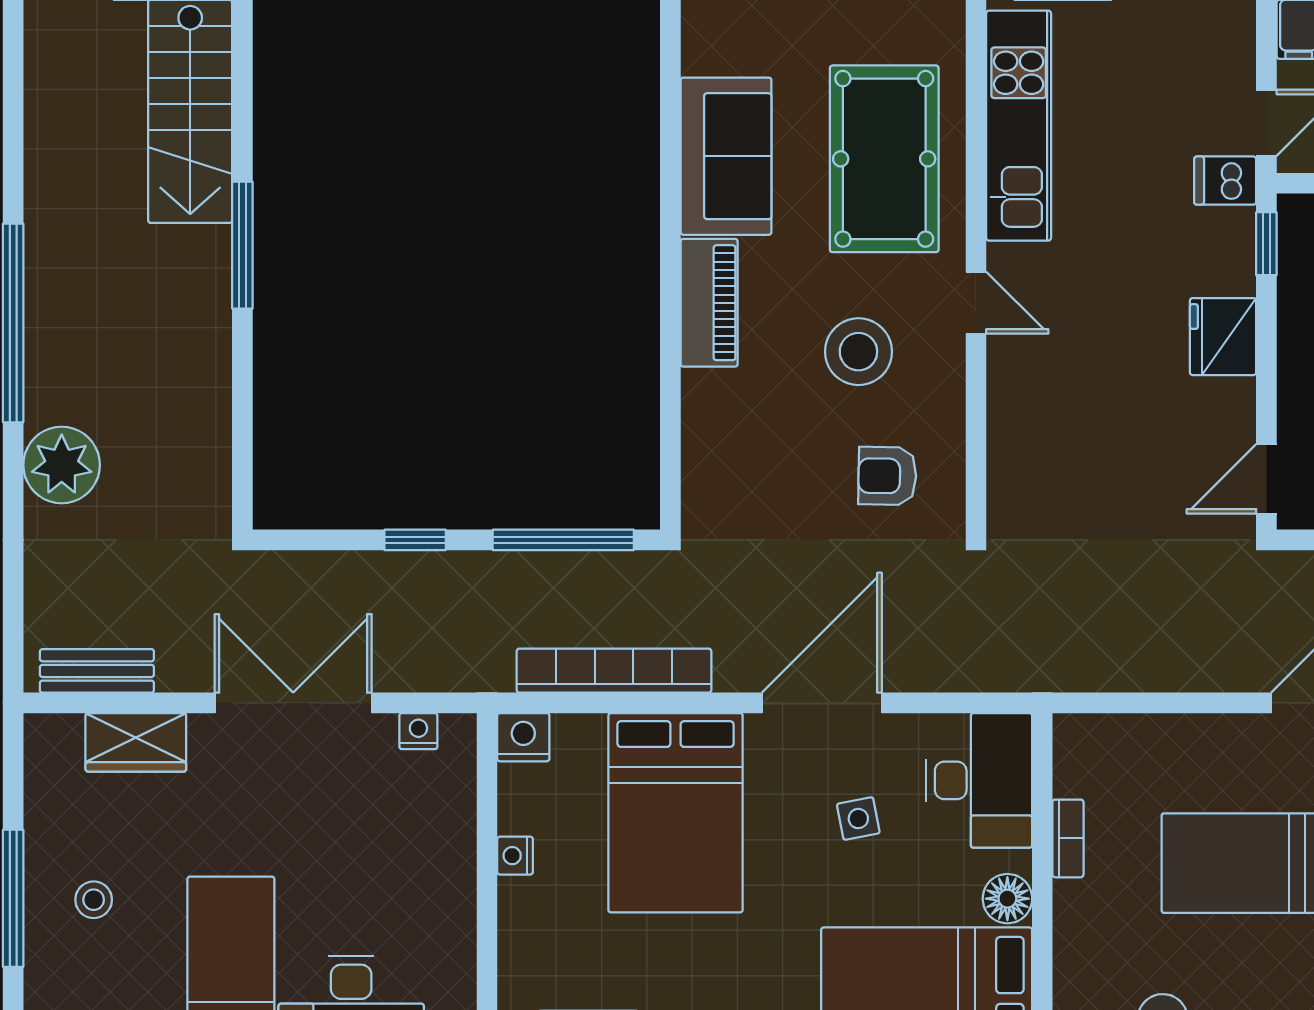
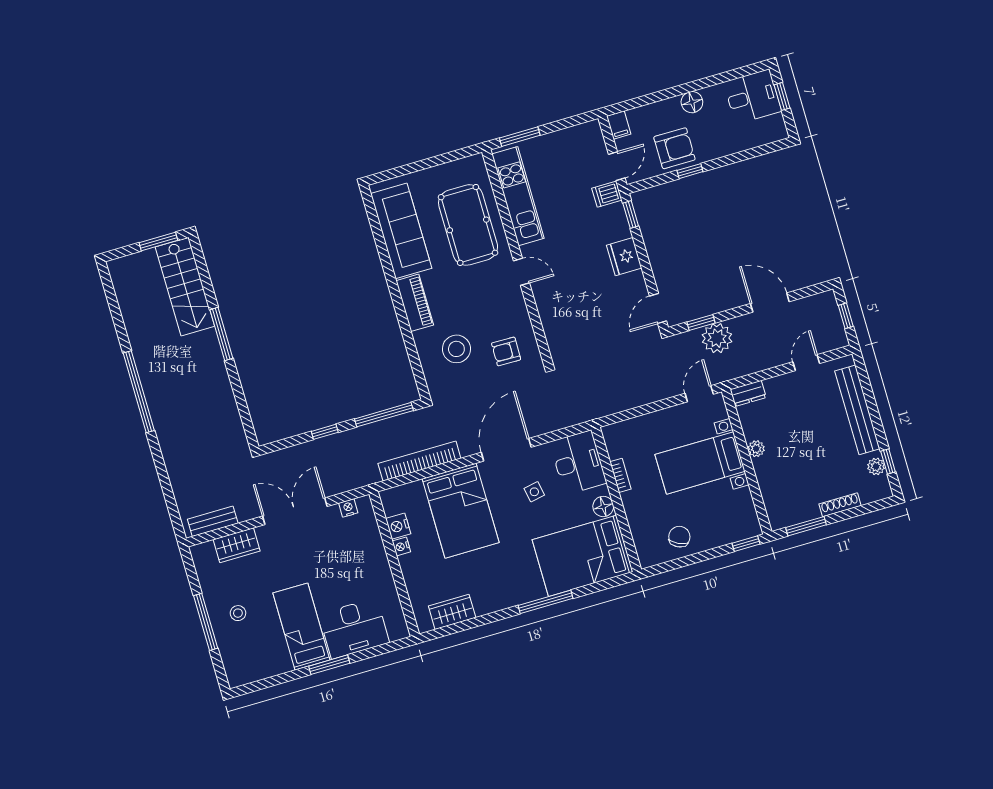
sofa: (726, 156) -> (401, 231), width x1.36
stool: (858, 352) -> (456, 349), moved
plant: (62, 465) -> (175, 443), removed
nightstand: (523, 737) -> (398, 526), moved, turned -90

